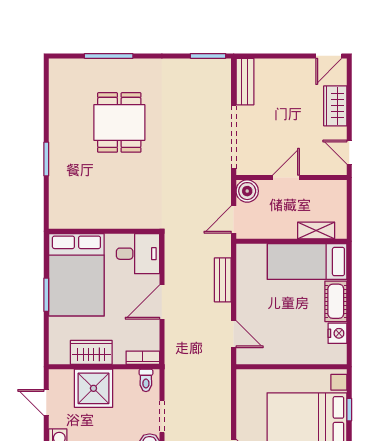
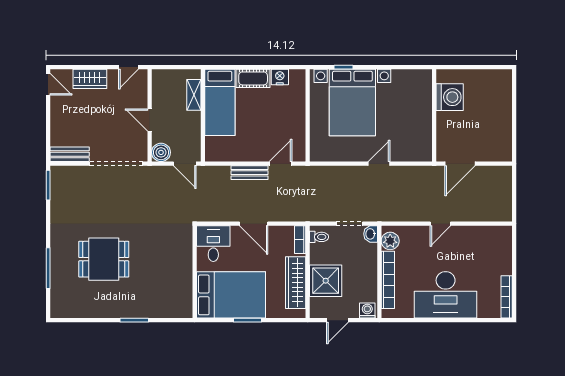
bench: (223, 280) -> (249, 173), moved
wardrobe: (91, 352) -> (296, 283), width x1.50

